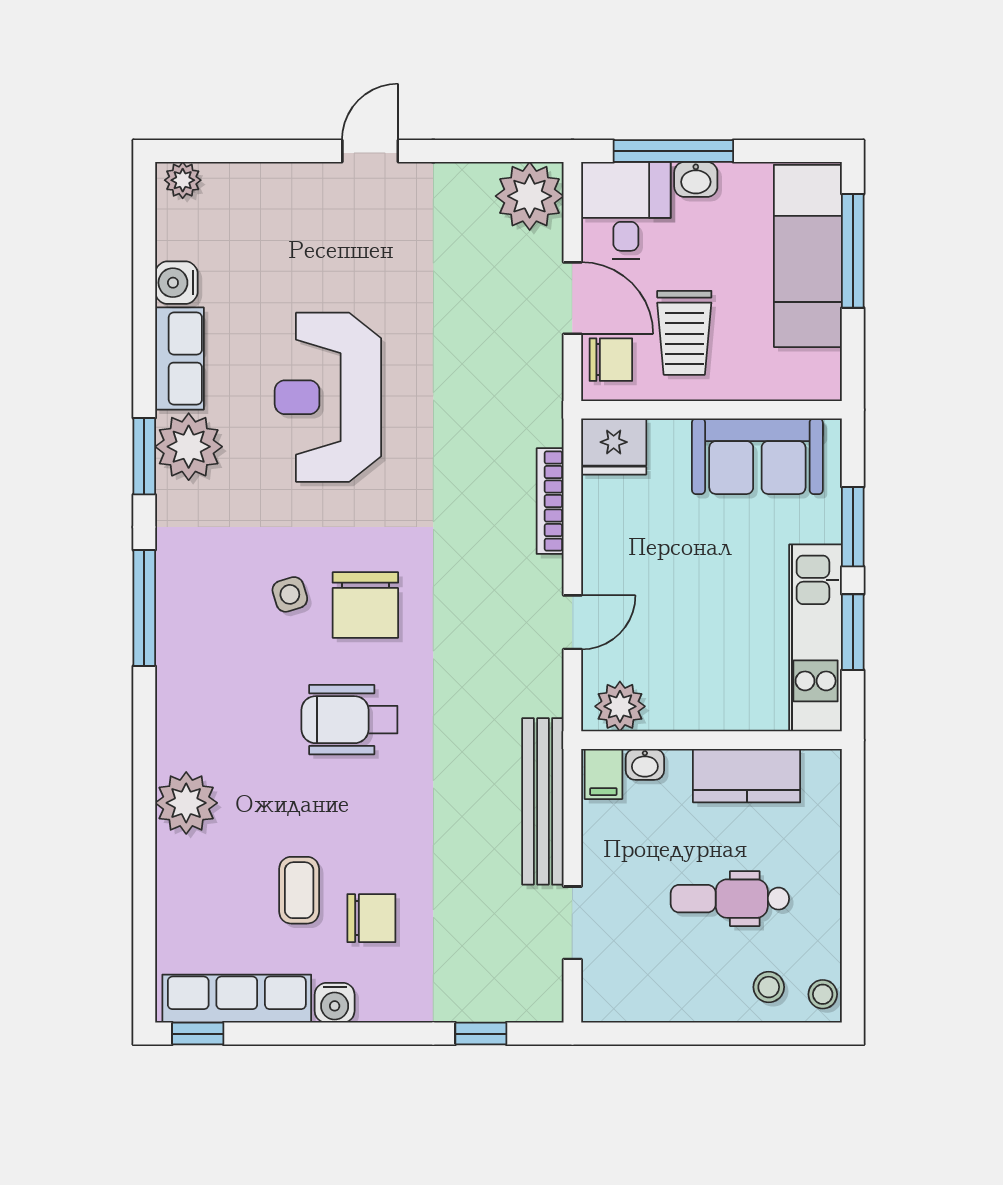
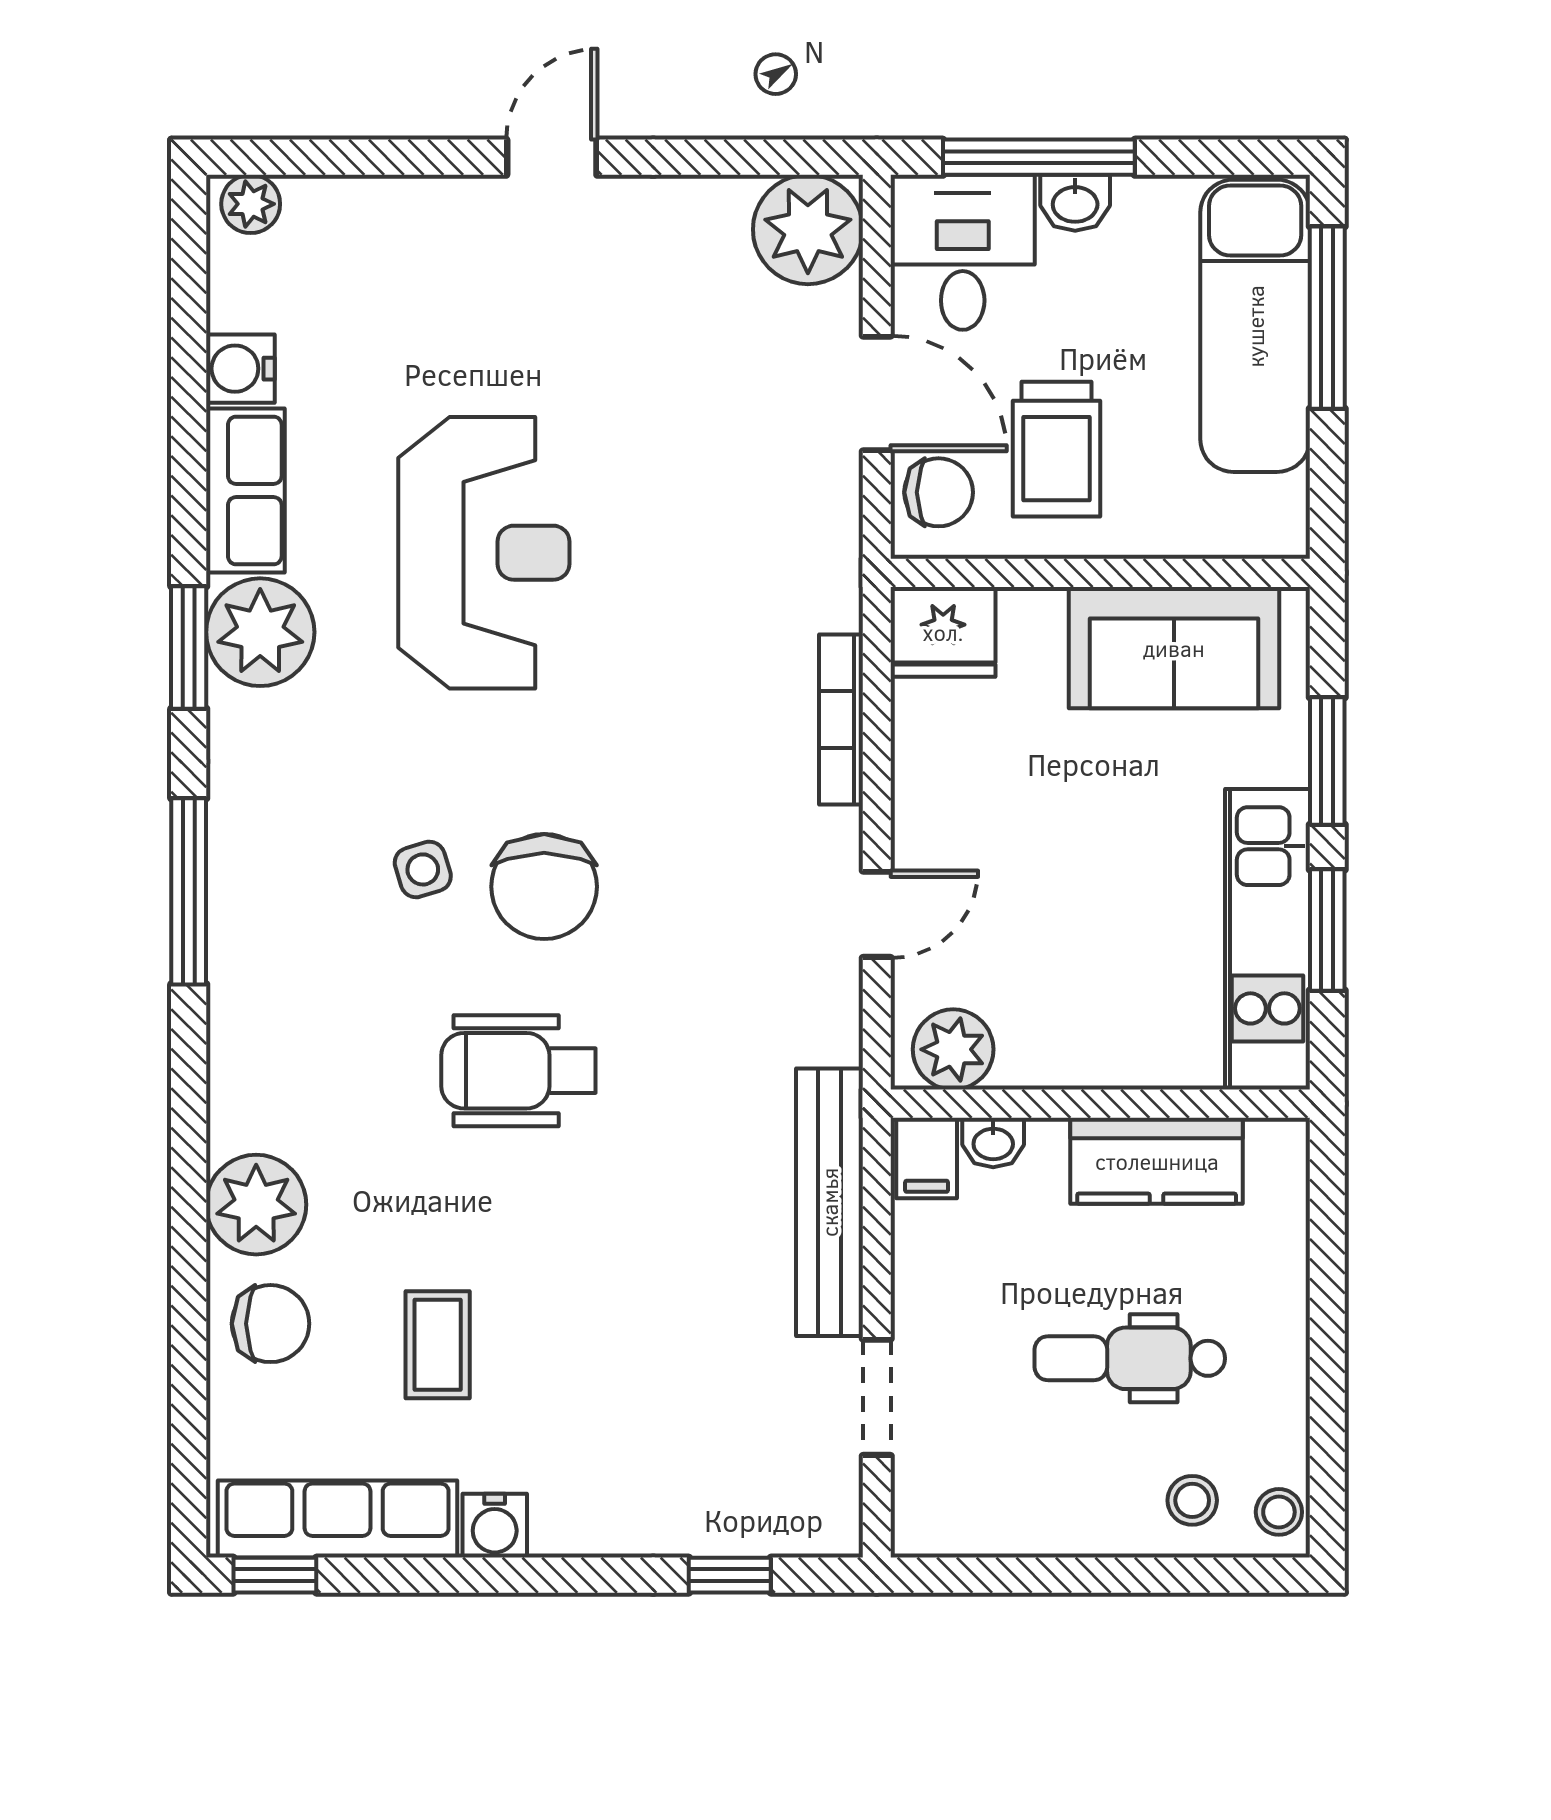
reception desk: (328, 397) -> (484, 553), turned 180
chair: (371, 918) -> (271, 1324), moved

